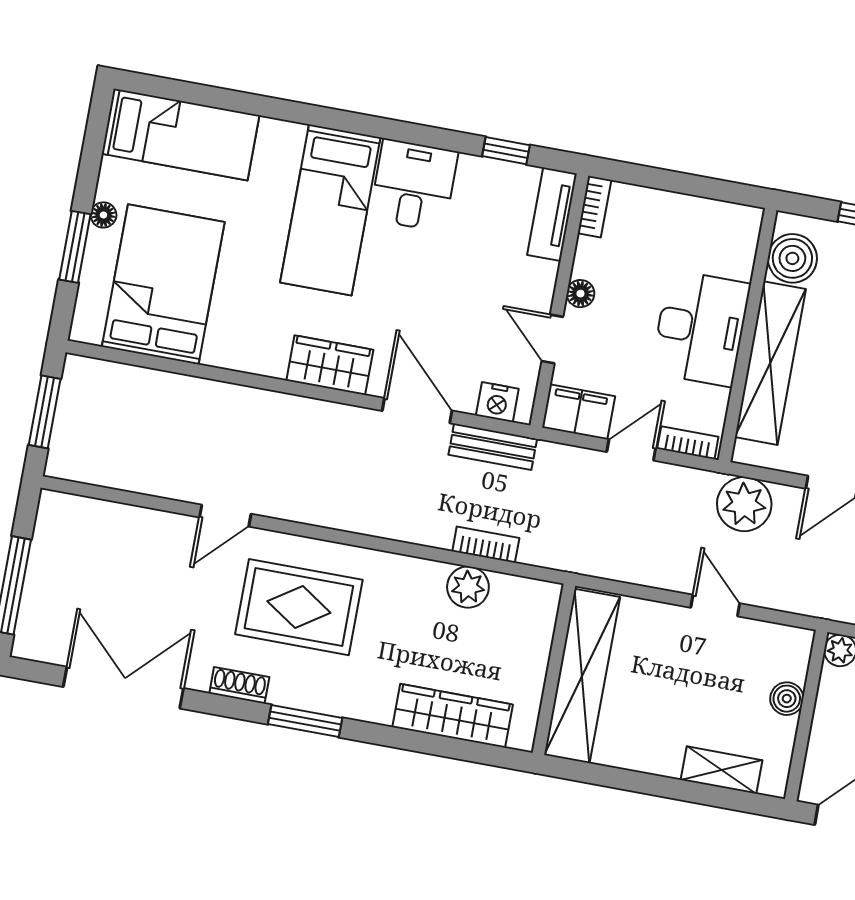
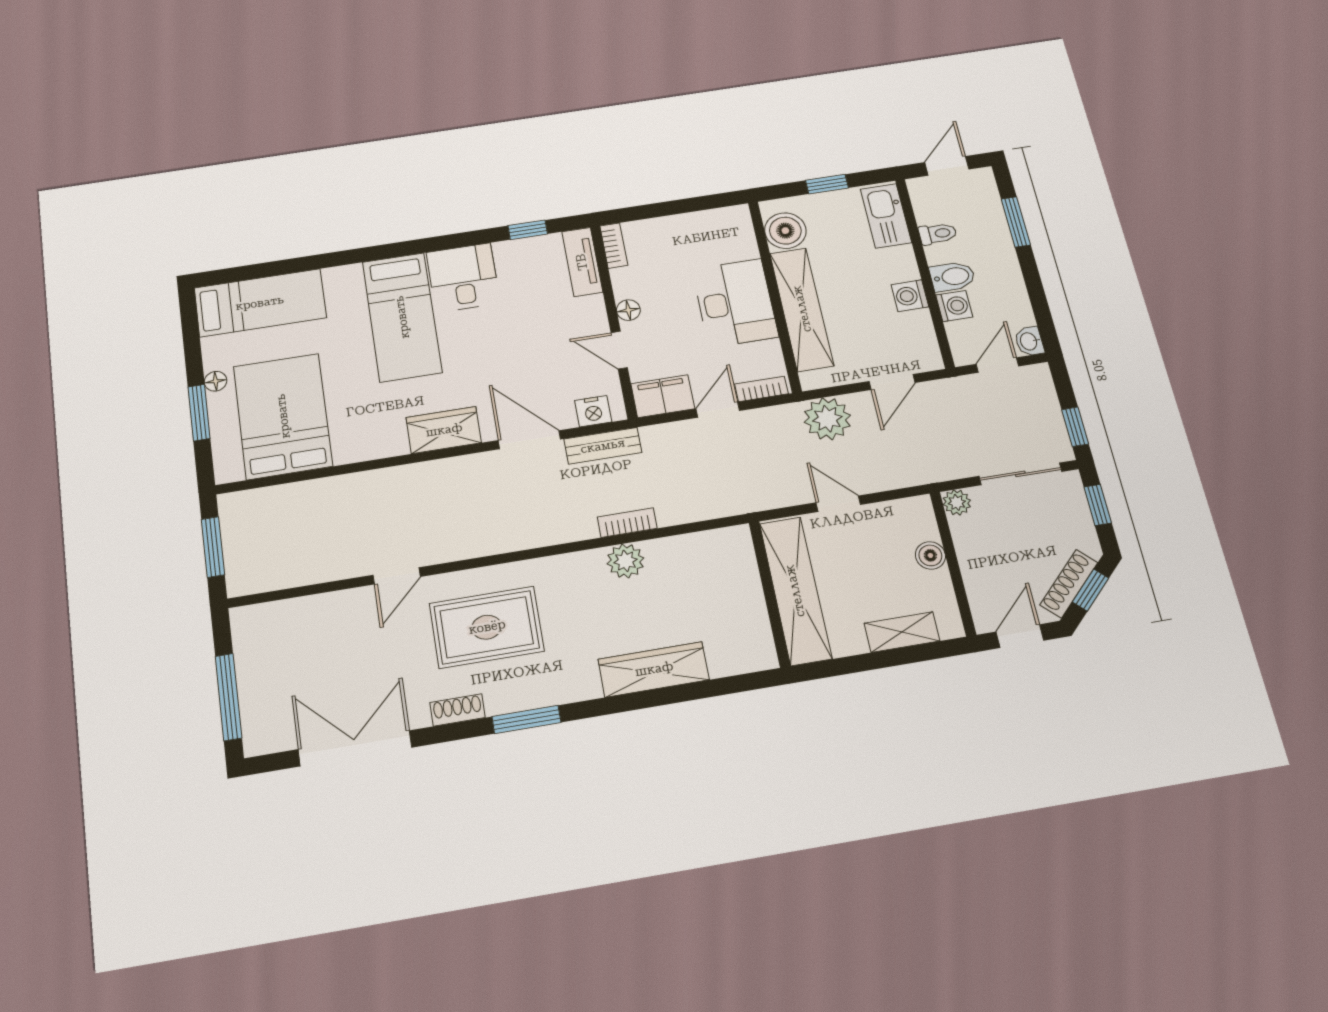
wall: (554, 669) -> (769, 594), moved
shelving: (582, 676) -> (795, 591), moved

